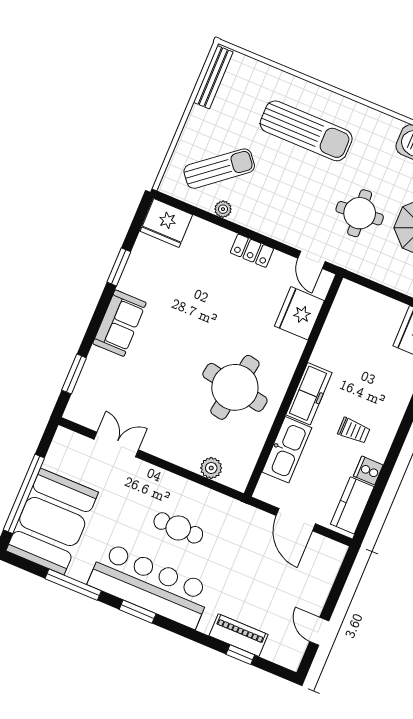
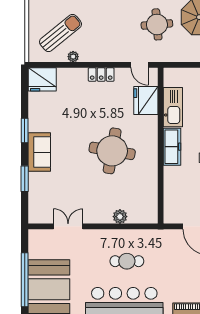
window: (119, 267) -> (25, 130), moved
window: (74, 374) -> (25, 179), moved
round table: (235, 387) -> (112, 151), moved
kitchen sink: (287, 450) -> (173, 107), moved
plant: (211, 468) -> (120, 217), moved

